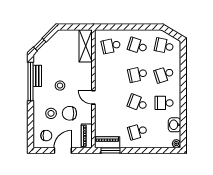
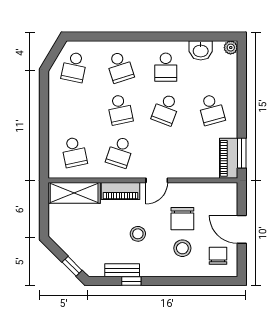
school desk: (138, 46) -> (120, 152), moved
window: (31, 82) -> (131, 281), width x0.32
piano: (87, 136) -> (121, 191), moved

